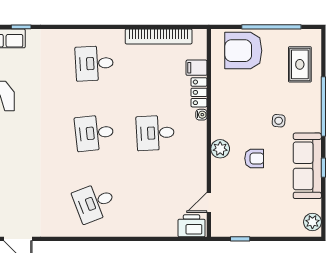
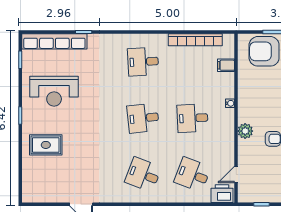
locker: (199, 92) -> (228, 85), removed
desk: (94, 202) -> (143, 175), turned 42
desk: (155, 202) -> (193, 175), added

